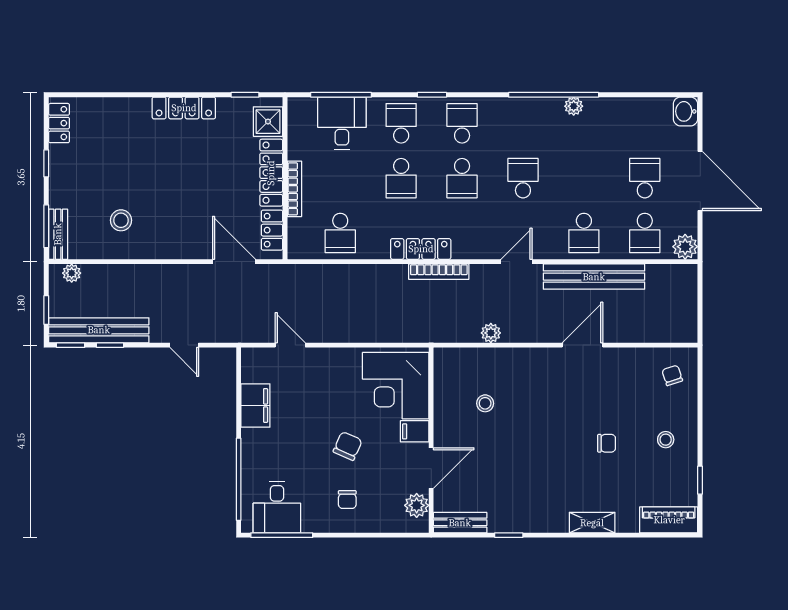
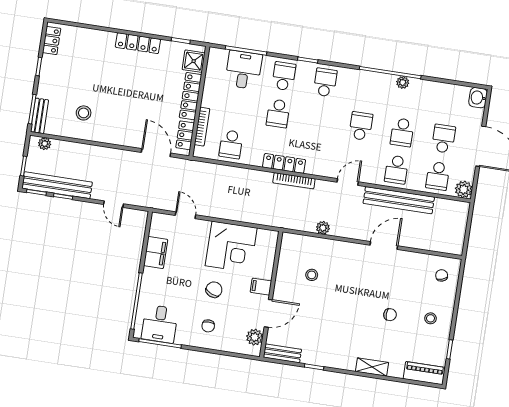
school desk: (462, 178) -> (402, 132), moved
bookcase: (294, 189) -> (202, 127), moved
corner desk: (396, 386) -> (231, 247), moved, turned -90

